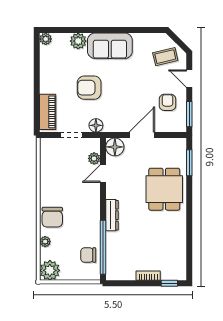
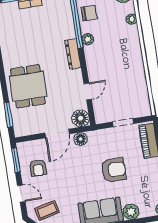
floor lamp: (96, 125) -> (81, 139), moved
plant: (94, 158) -> (88, 39), moved
chair: (52, 217) -> (129, 43), removed

